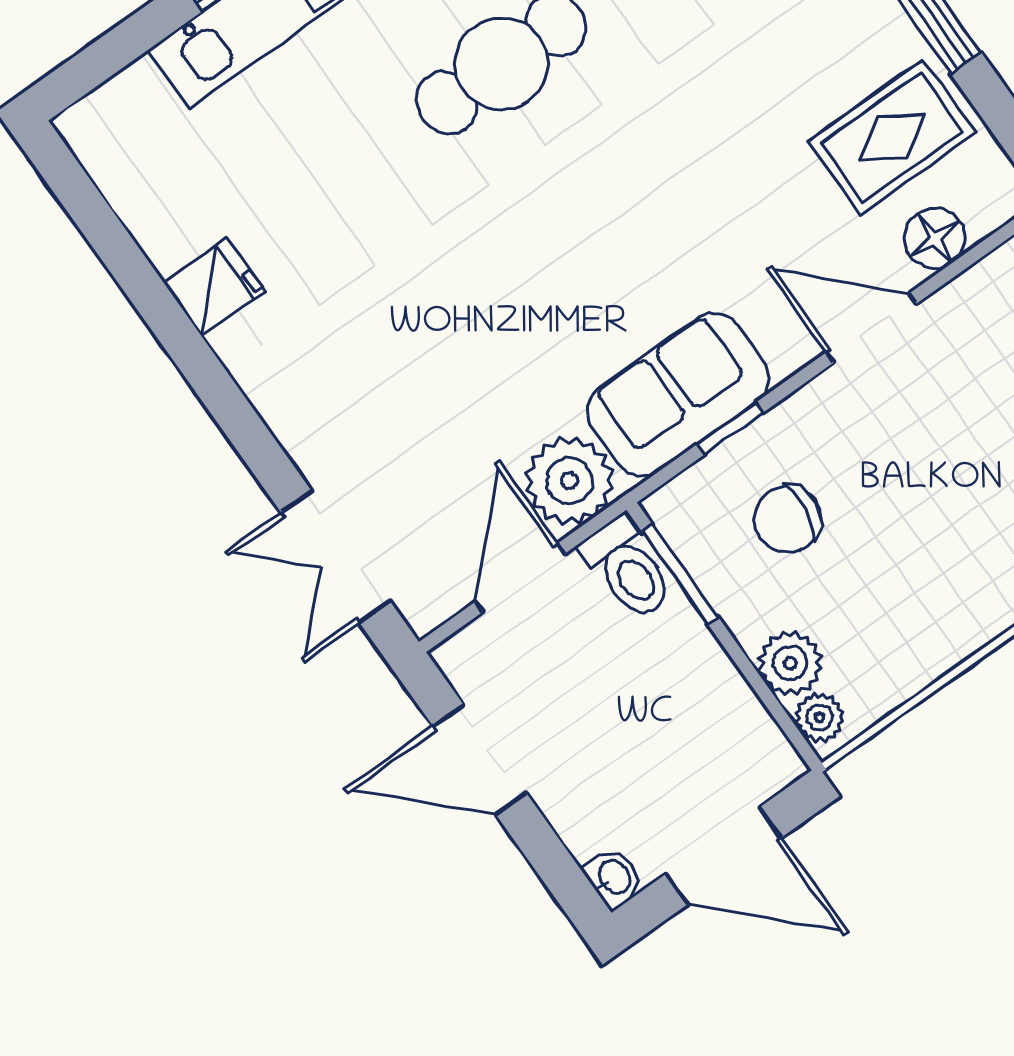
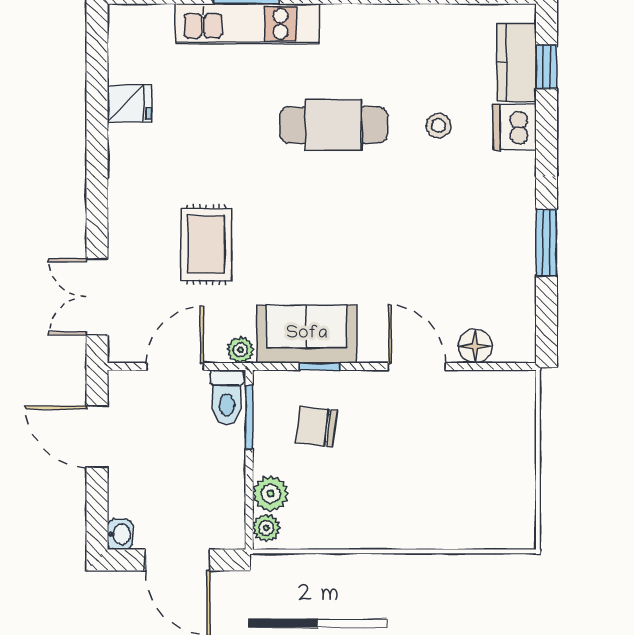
rug: (892, 137) -> (206, 244), moved, turned 90
fridge: (214, 287) -> (129, 104), moved
plant: (569, 481) -> (241, 350), width x0.53, depth x0.53

